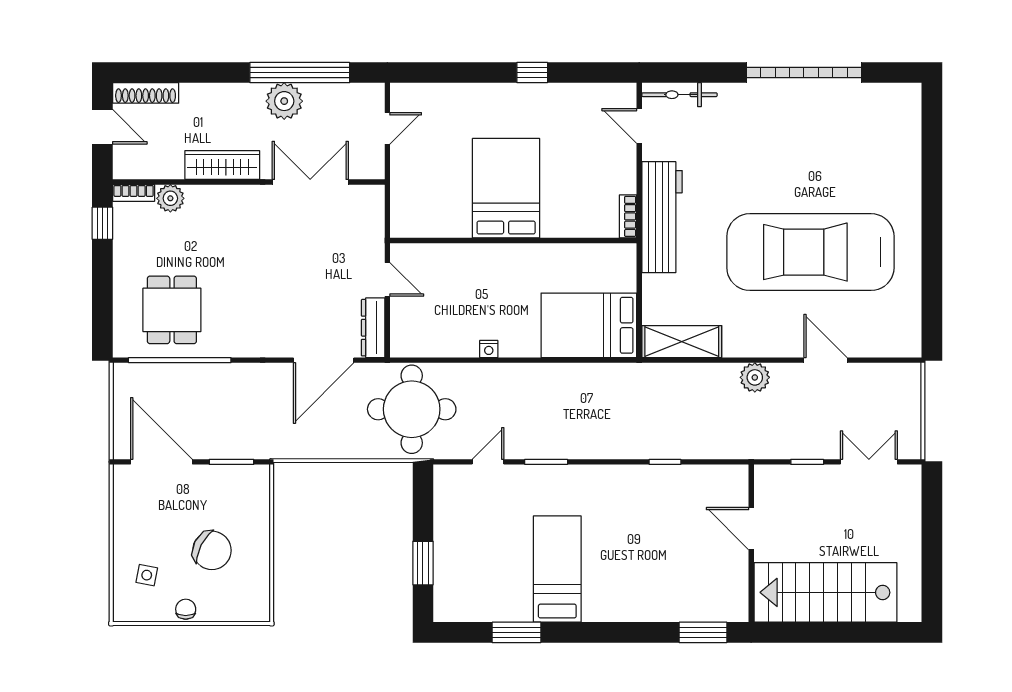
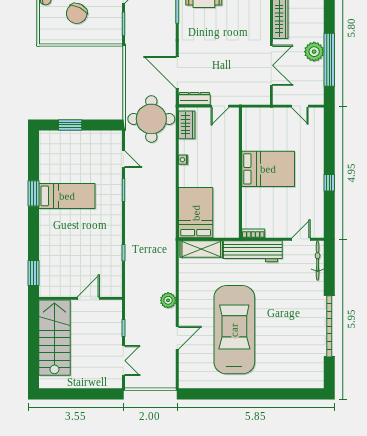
wardrobe: (423, 342) -> (187, 125), added
shelving: (682, 342) -> (201, 249), moved, turned 90
window: (516, 632) -> (33, 193), moved

